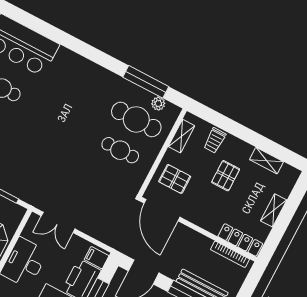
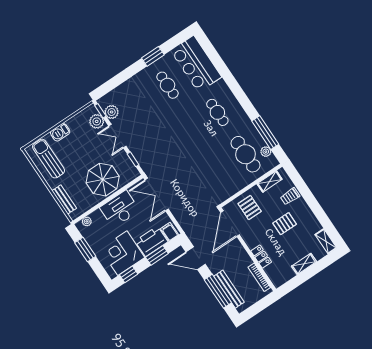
cafe table: (120, 150) -> (217, 112), moved
shelving: (266, 161) -> (326, 241), moved
double door: (58, 222) -> (157, 194), width x1.37
locker: (240, 240) -> (261, 257), moved, width x0.66

